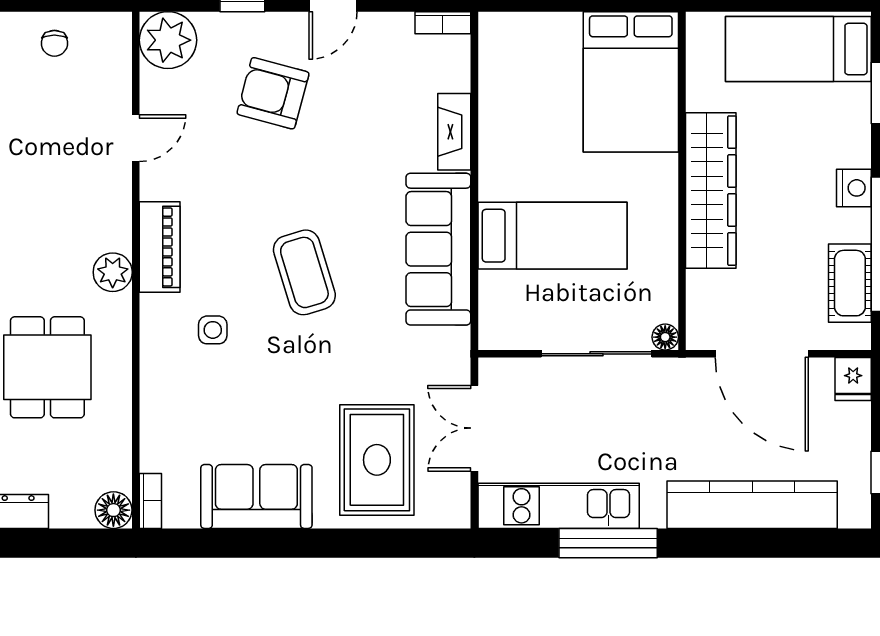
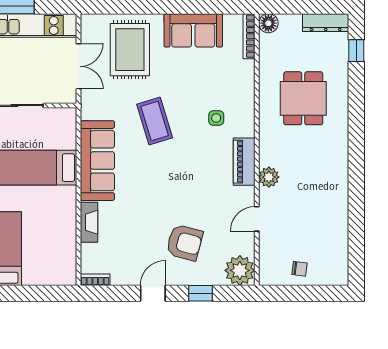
chair: (54, 43) -> (299, 269), turned 97
plant: (113, 272) -> (269, 177), moved
coffee table: (304, 272) -> (155, 121), moved
bookcase: (150, 501) -> (249, 36), width x1.56

